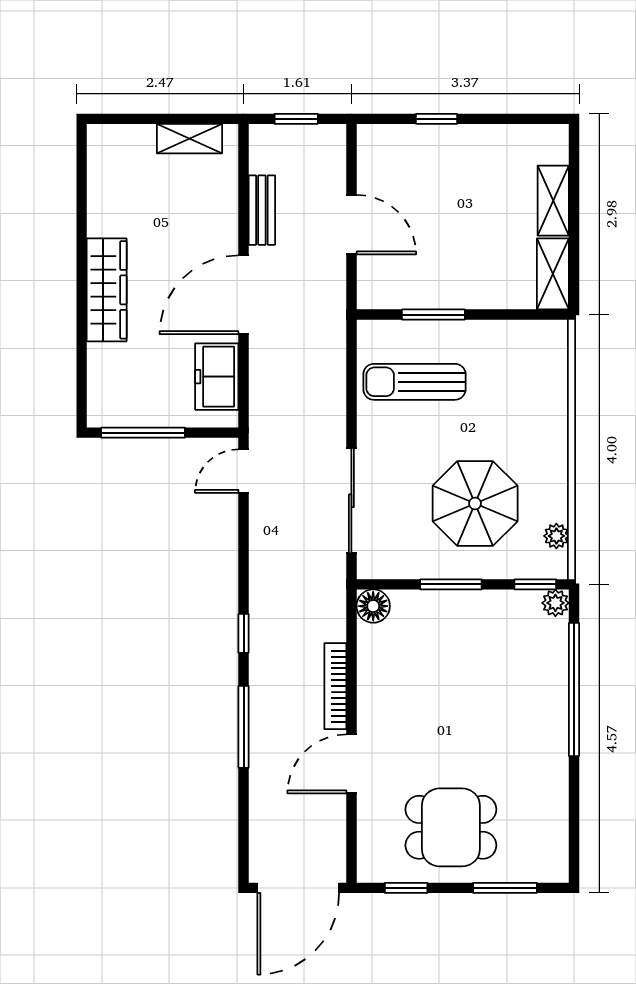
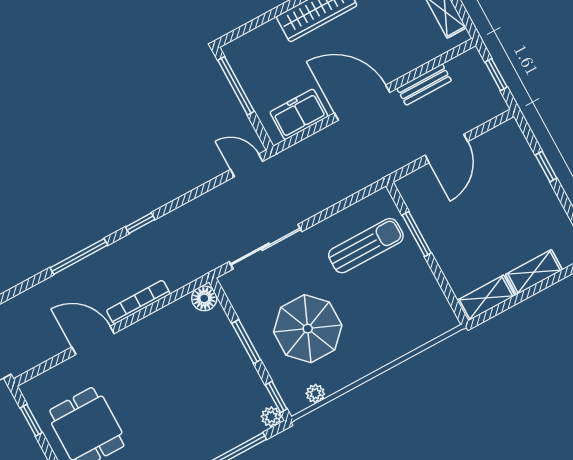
sun lounger: (414, 382) -> (366, 246), turned 90

